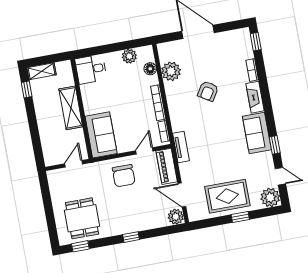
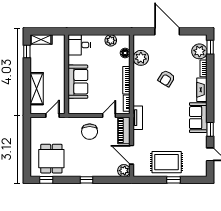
shelving: (71, 108) -> (37, 89), moved
sofa: (101, 135) -> (78, 82), moved
plant: (270, 197) -> (199, 51), moved

